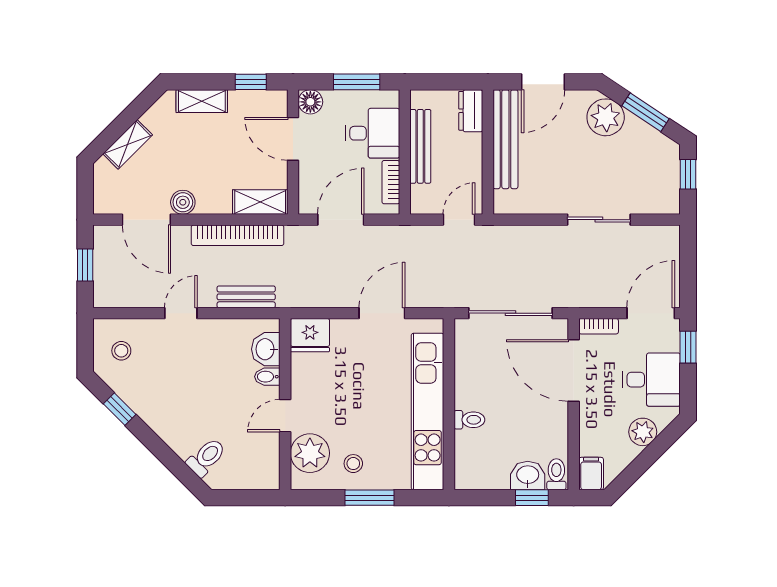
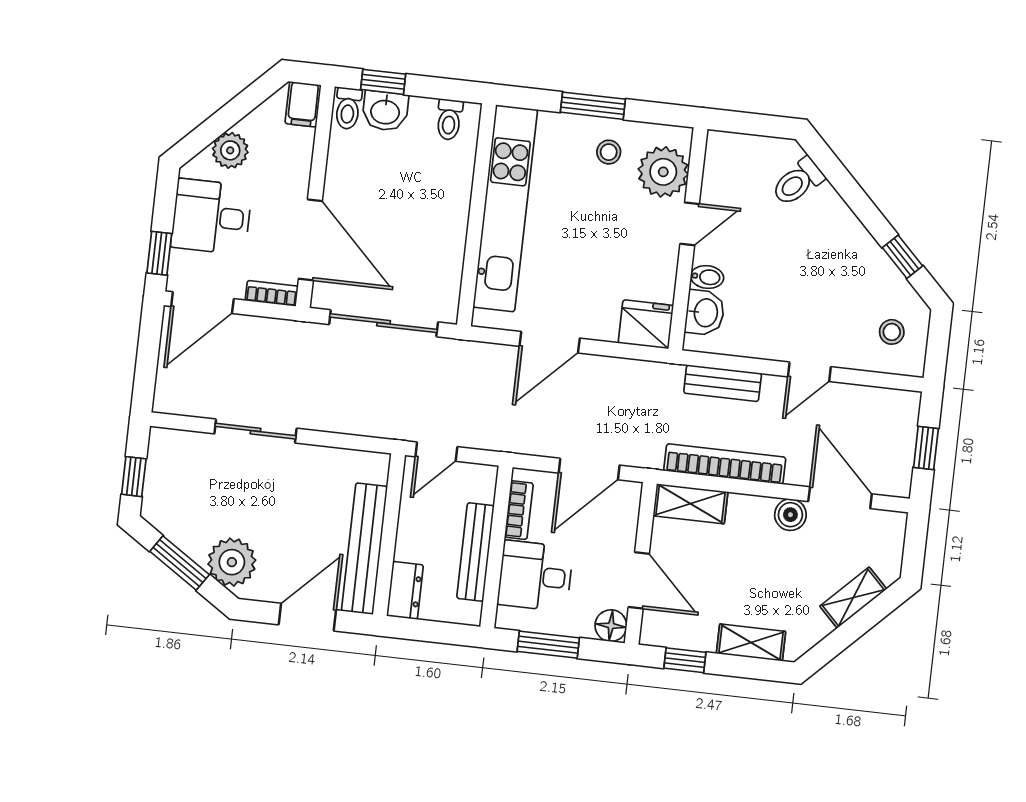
toilet: (469, 420) -> (449, 120), moved, turned -90

